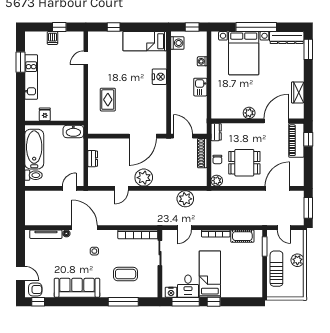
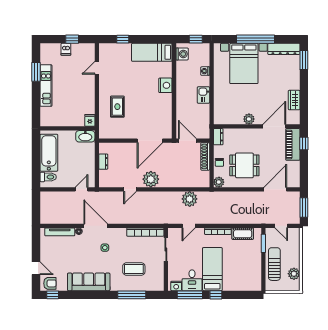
fridge: (45, 114) -> (90, 120), moved
plant: (297, 260) -> (294, 274), moved

